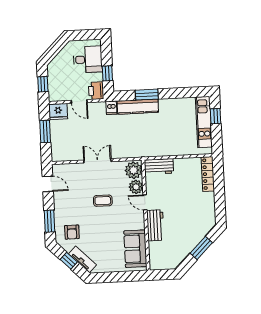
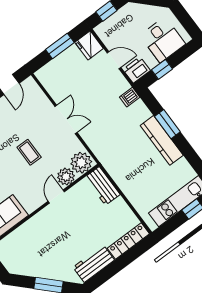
door: (79, 101) -> (114, 60), swing flipped
kitchen counter: (138, 107) -> (162, 140), moved
workbench: (155, 225) -> (94, 264), moved, turned 180

